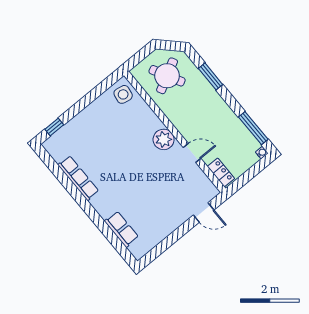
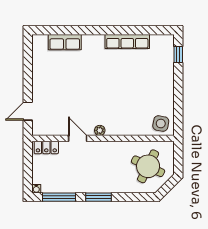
round table: (167, 76) -> (148, 166), turned -36
window: (210, 76) -> (98, 197), moved
plant: (164, 139) -> (100, 130), width x0.53, depth x0.53
door: (192, 153) -> (78, 138), swing flipped

